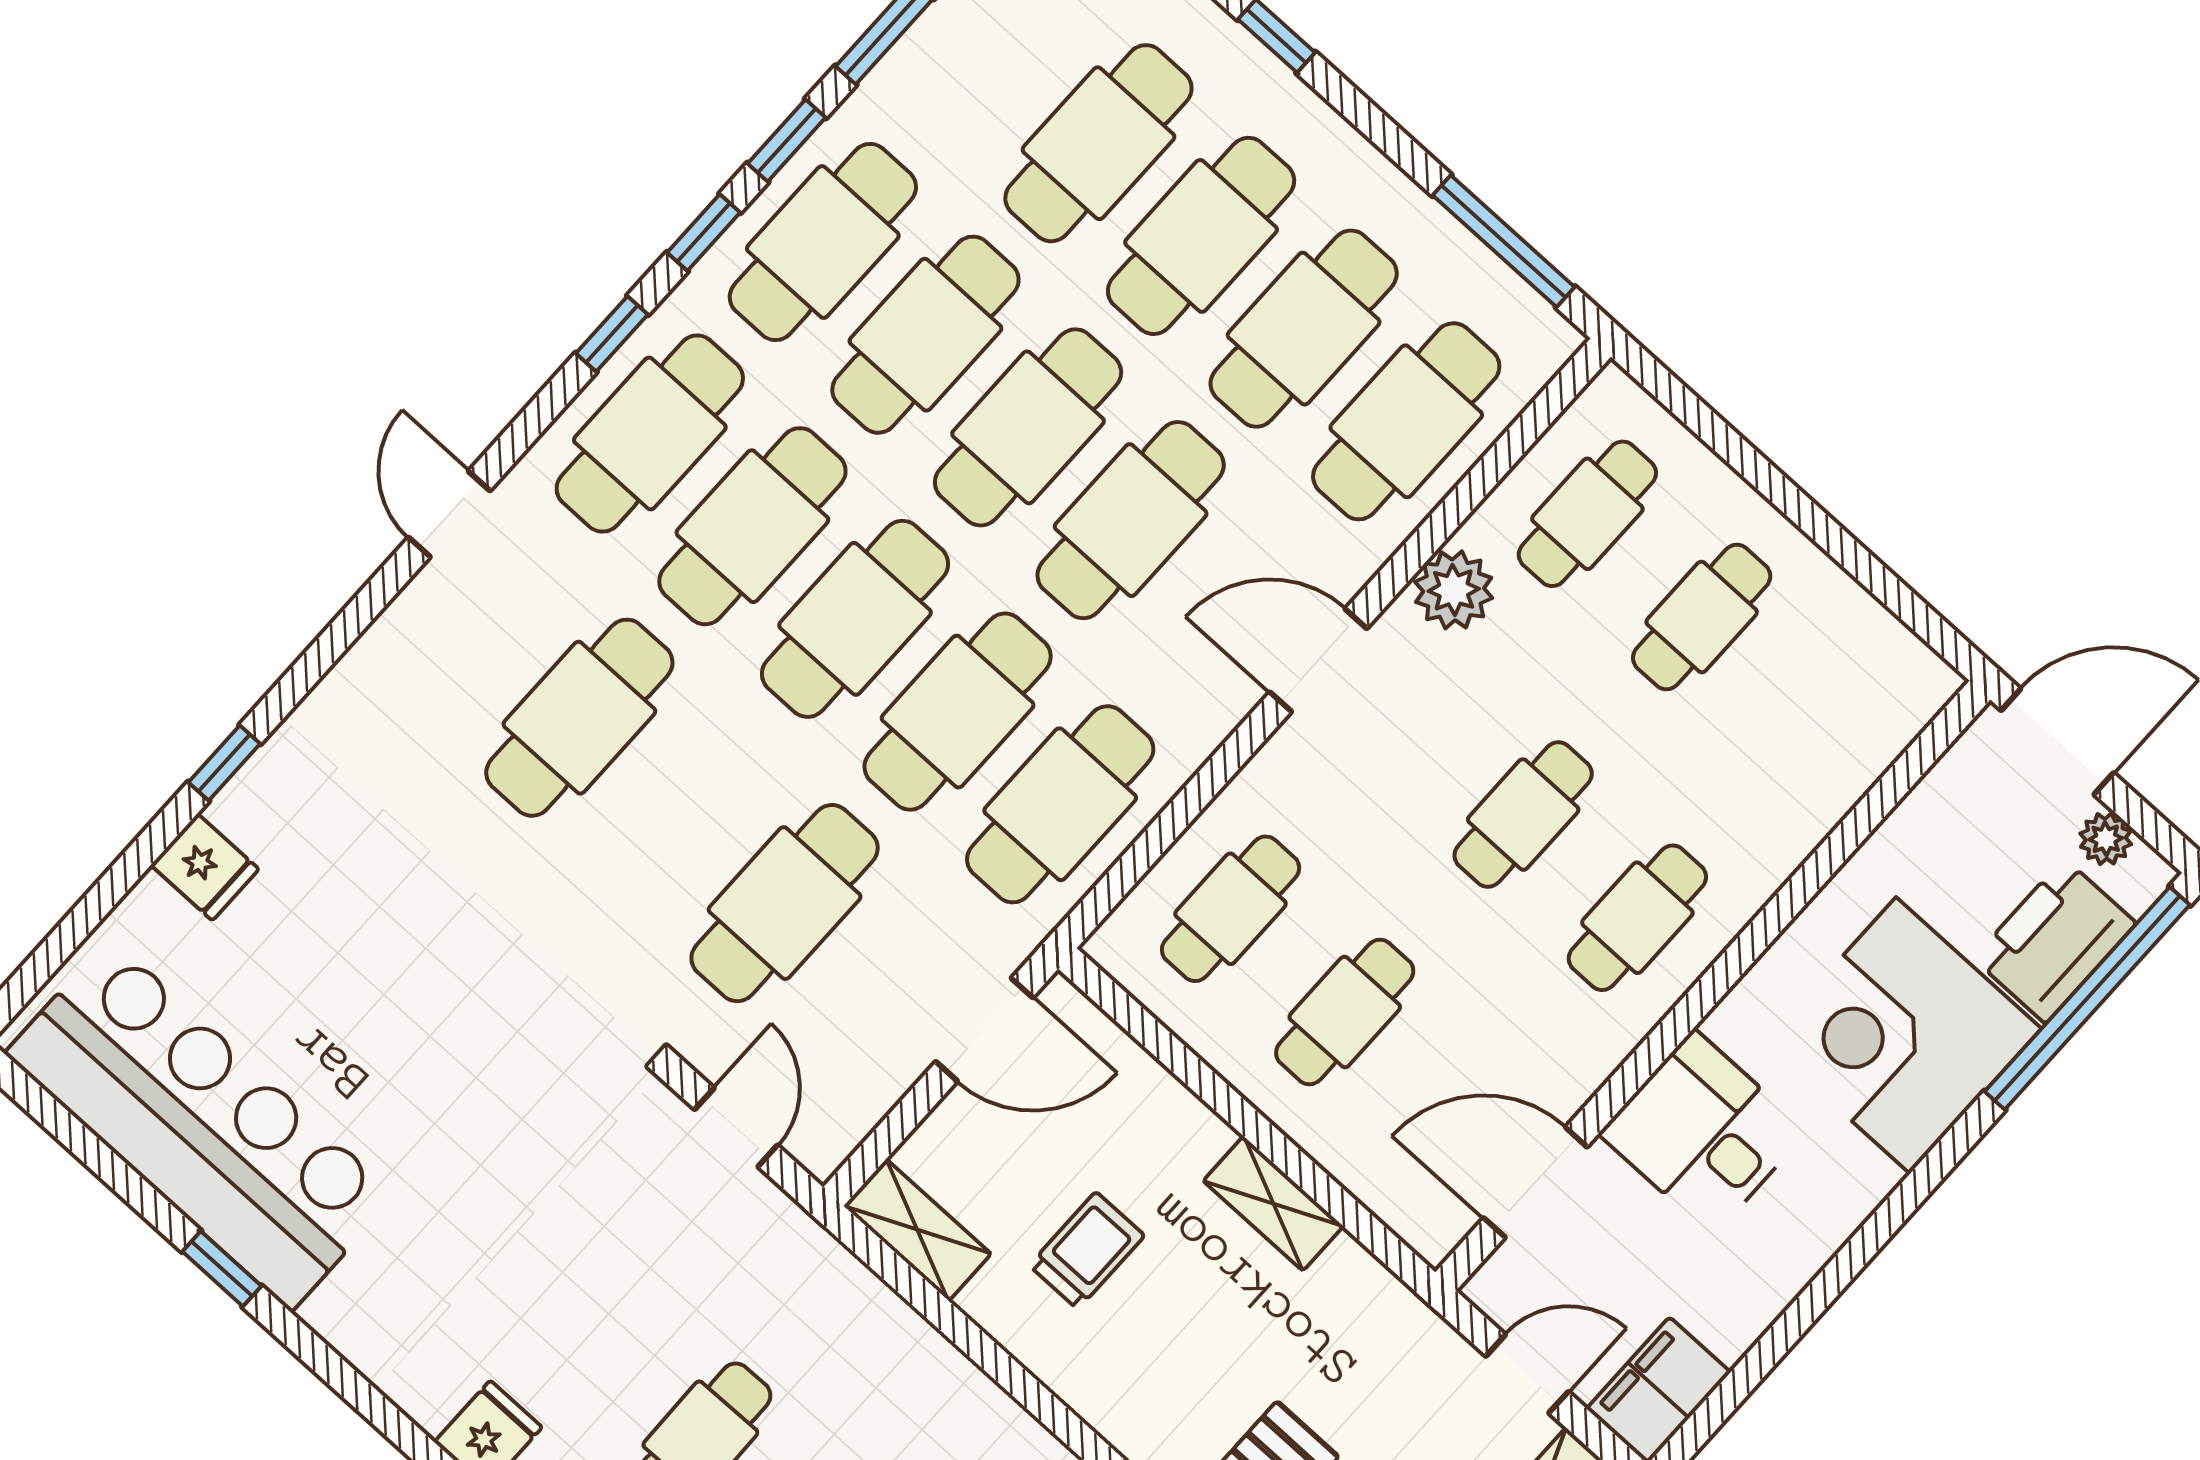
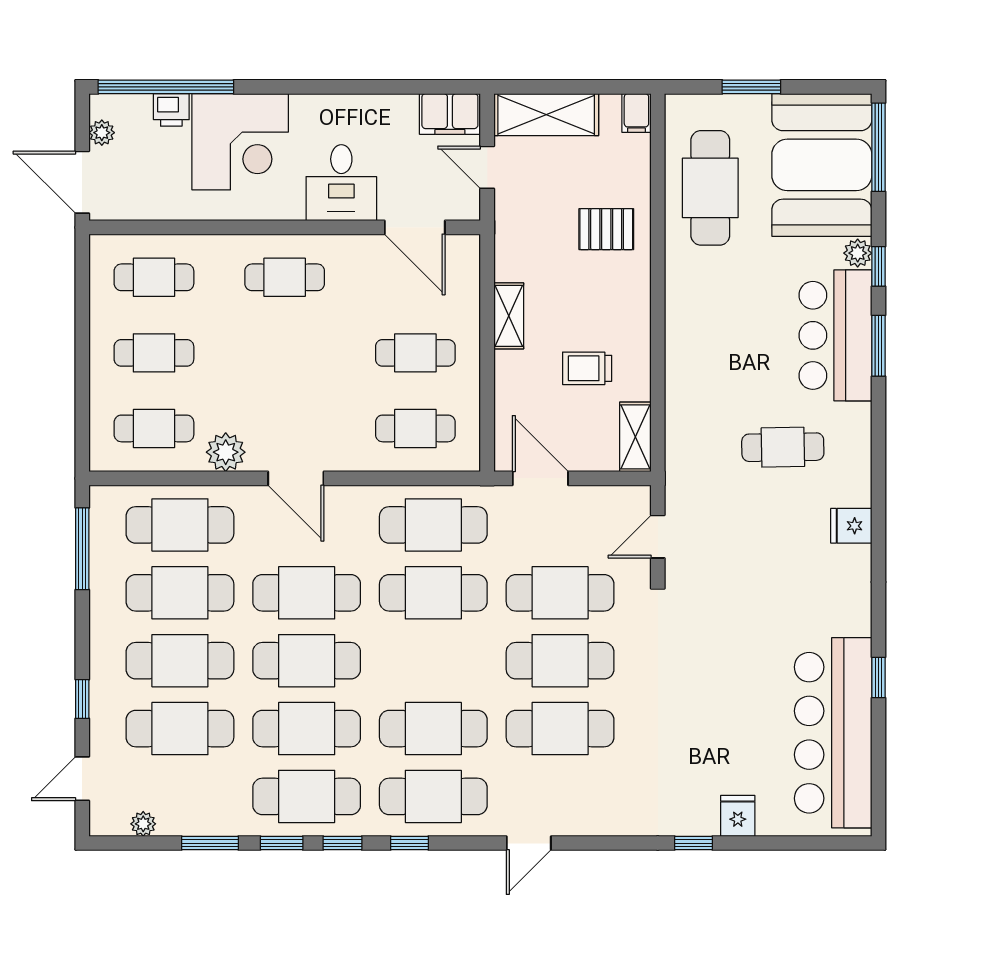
cafe table: (855, 619) -> (560, 661), moved
cafe table: (1523, 815) -> (154, 277), moved
printer: (2055, 941) -> (171, 110), width x0.53, depth x0.68

